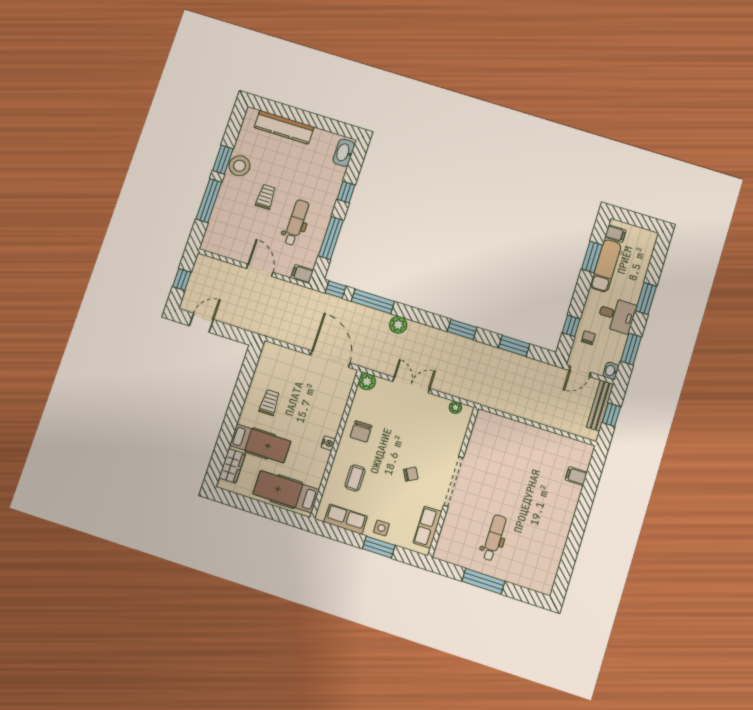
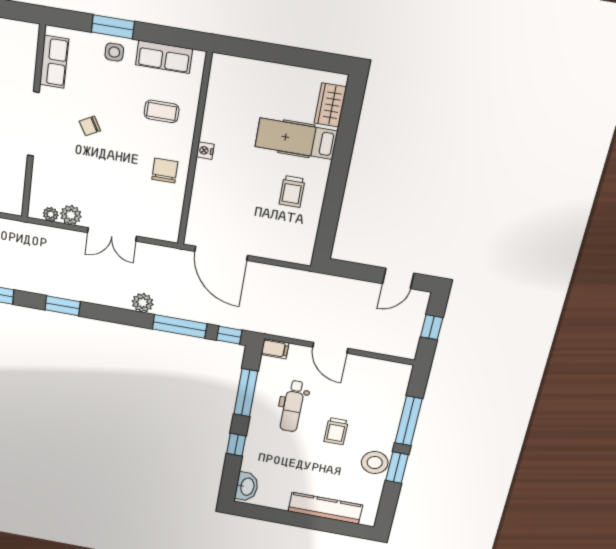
plant: (367, 382) -> (71, 215), moved
coffee table: (355, 478) -> (162, 111), turned 90
hospital bed: (286, 492) -> (251, 81), removed

